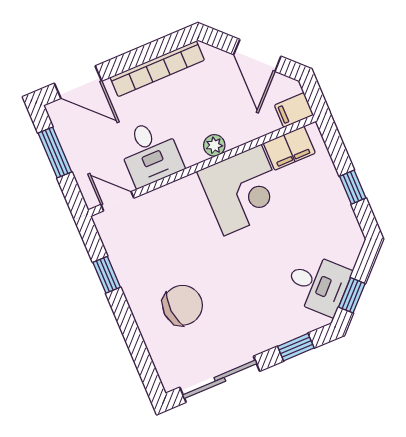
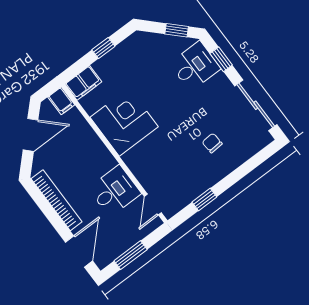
plant: (214, 145) -> (99, 149), removed
filing cabinet: (289, 148) -> (83, 83), moved, turned 90
desk: (318, 284) -> (195, 66), moved, turned 45
chair: (182, 305) -> (212, 143), width x0.54, depth x0.54

